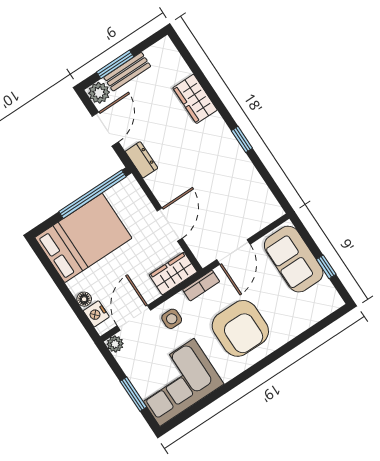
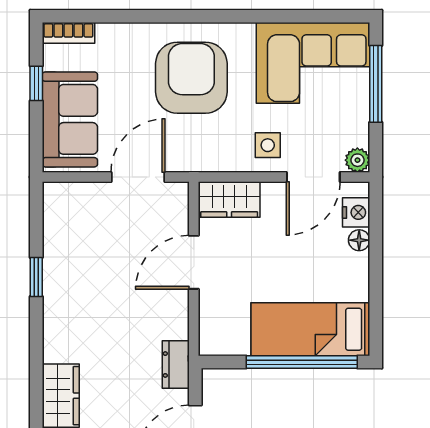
window: (242, 139) -> (36, 277), moved
window: (92, 194) -> (302, 362), moved
bed: (83, 238) -> (310, 329), width x0.67
bookcase: (201, 286) -> (68, 33), moved, turned 180
window: (133, 394) -> (376, 84), width x1.44

